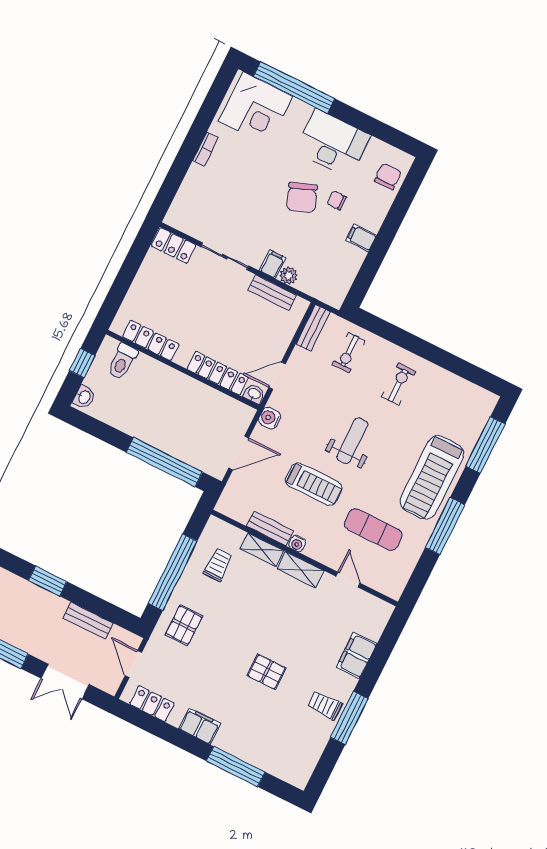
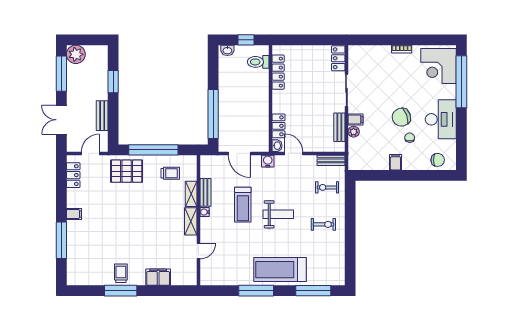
locker: (218, 373) -> (279, 126), width x0.66
exercise mat: (373, 529) -> (234, 251), removed
pallet: (184, 625) -> (127, 171), width x1.50, depth x1.42
pallet: (266, 672) -> (123, 231), removed
filing cabinet: (200, 726) -> (74, 214), width x0.50

